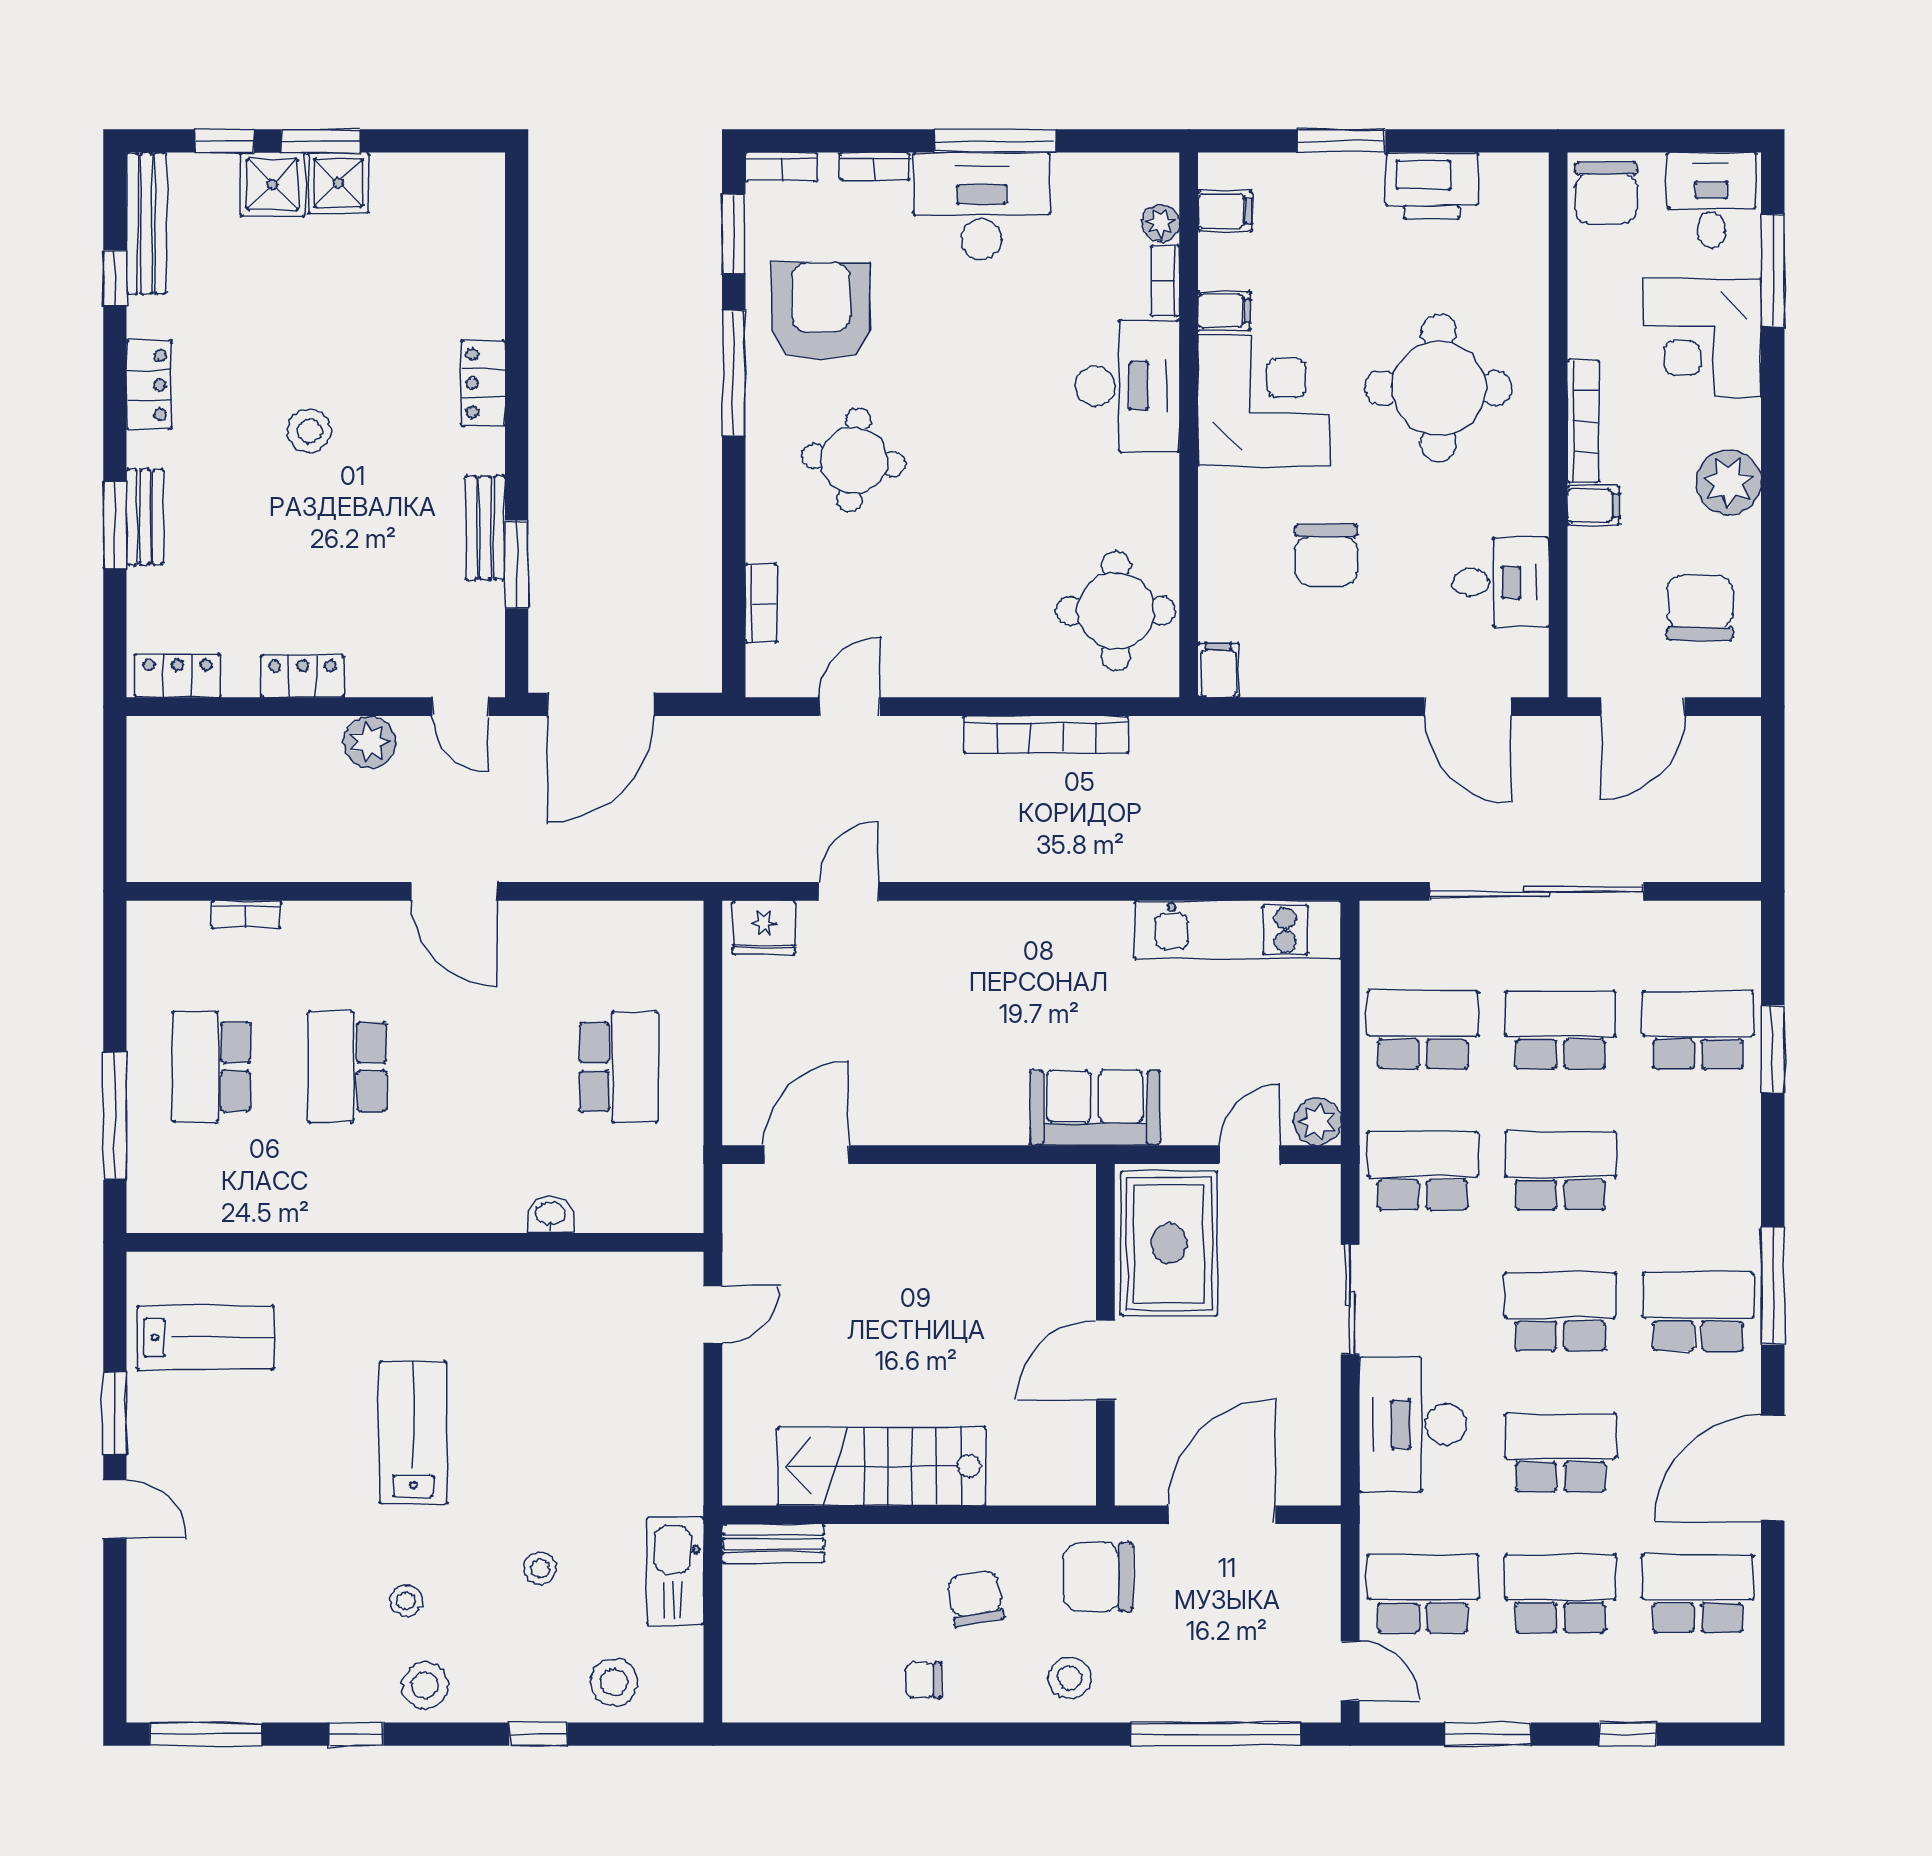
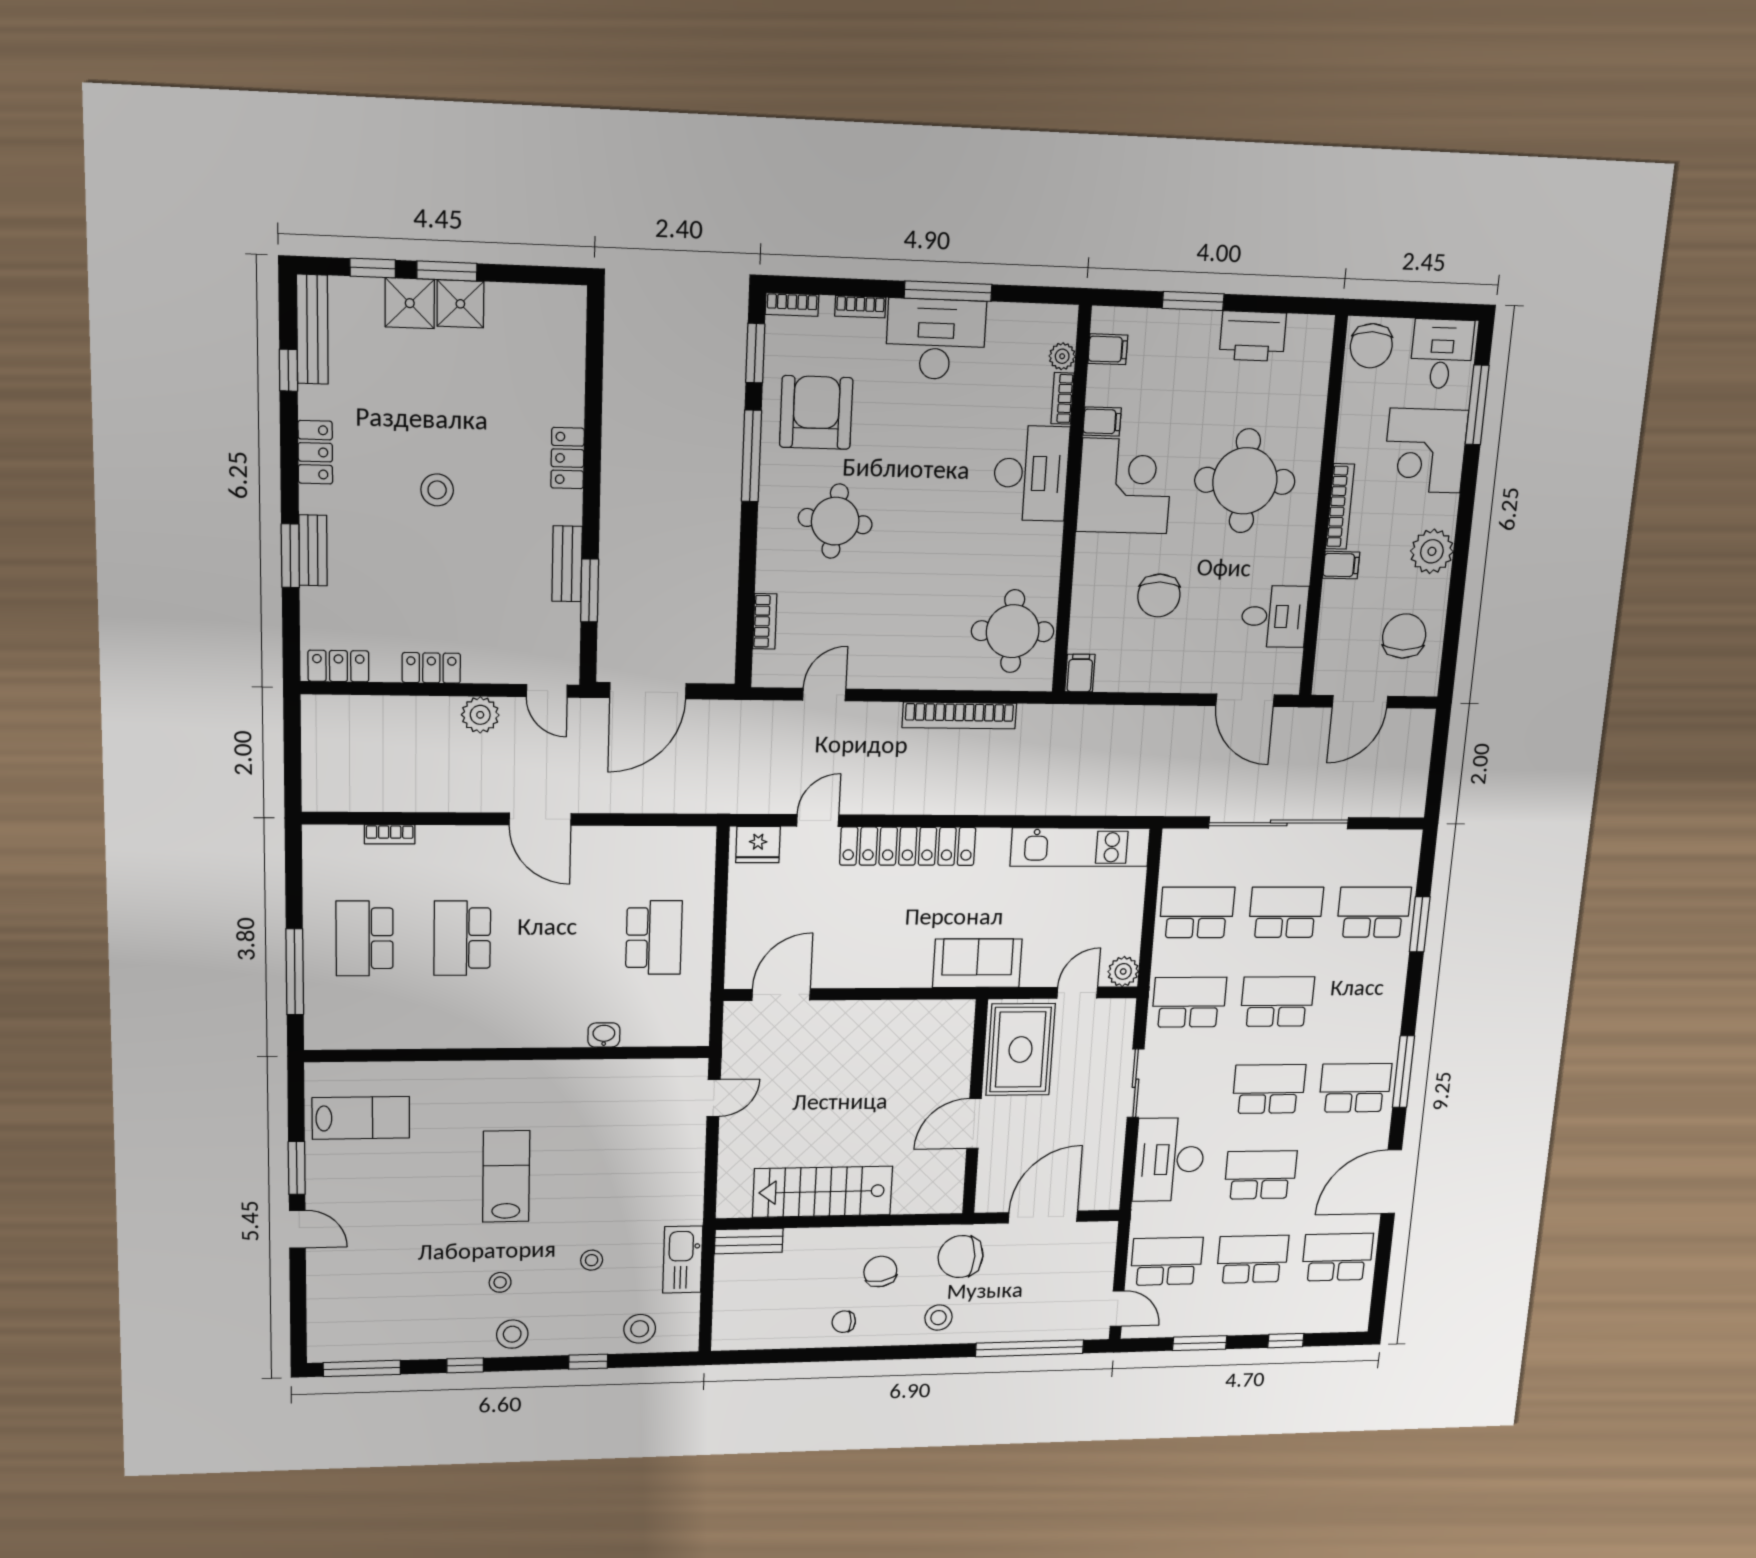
locker: (982, 929) -> (908, 846), added

